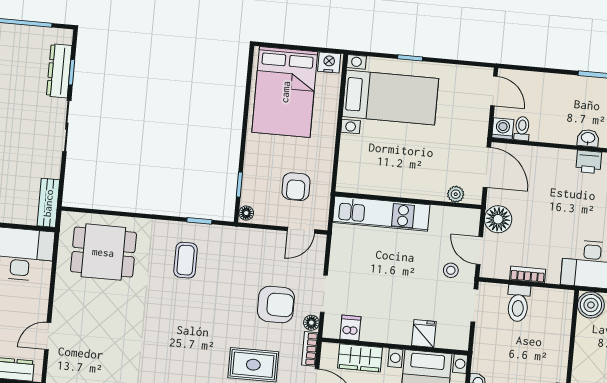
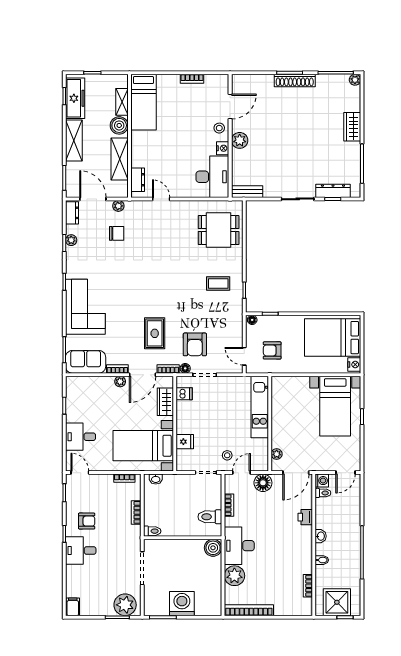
printer: (589, 162) -> (305, 517), moved
dining table: (103, 252) -> (219, 230), turned 90
toilet: (518, 303) -> (210, 517), moved

